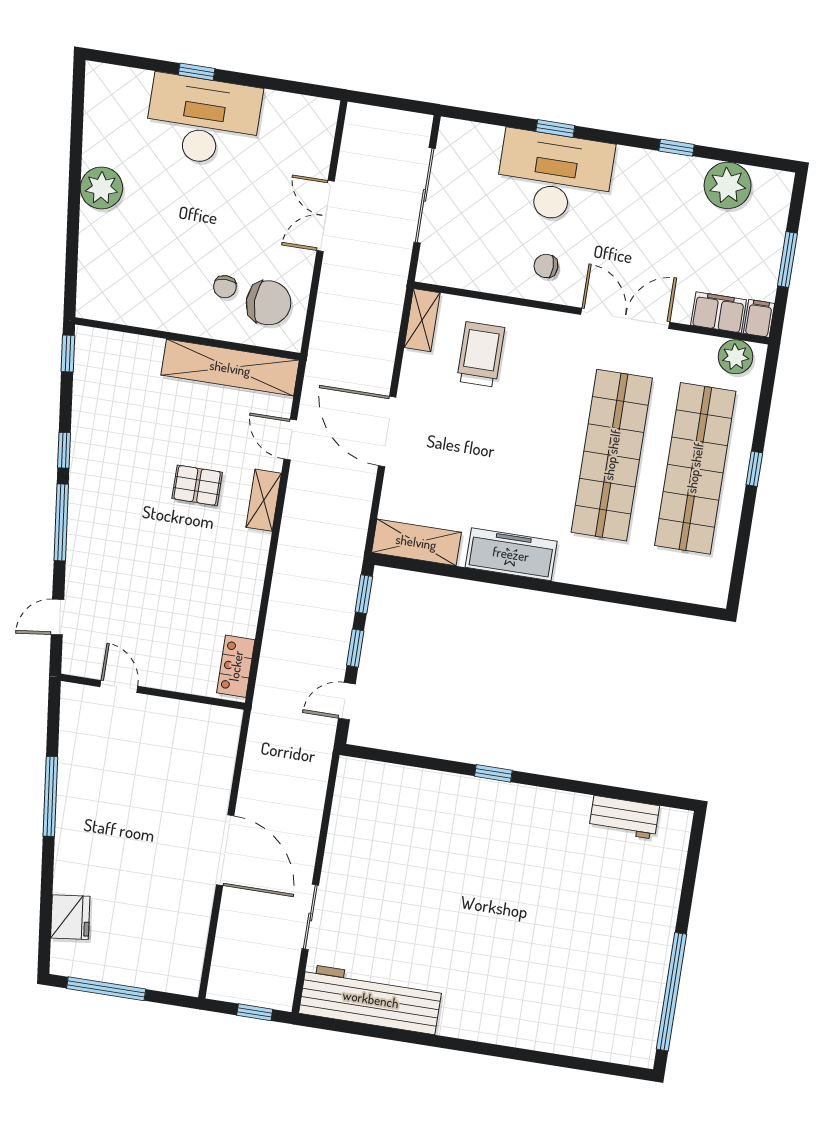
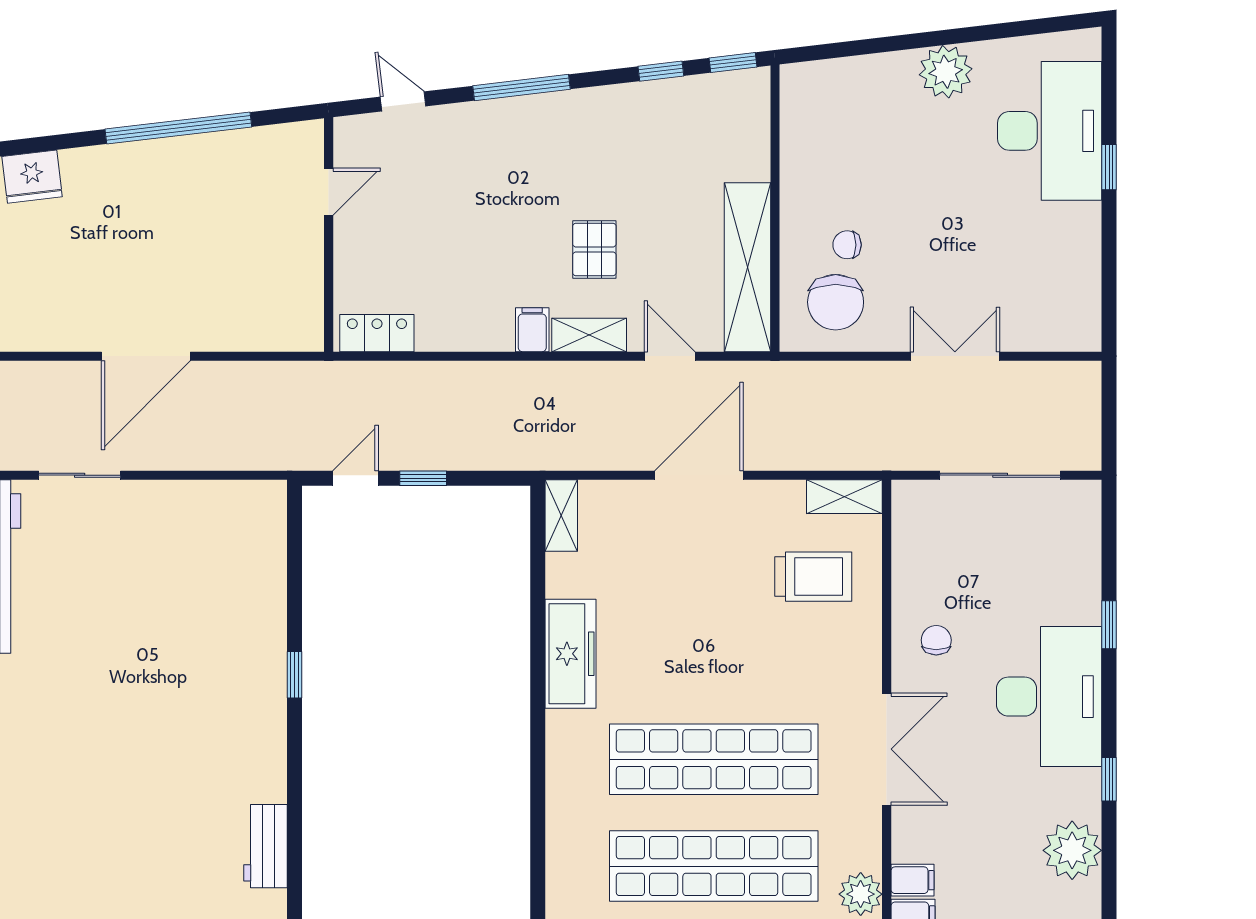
desk: (203, 120) -> (1050, 131), moved
desk: (555, 177) -> (1049, 697), moved
filing cabinet: (719, 312) -> (912, 880), width x0.50
door: (290, 440) -> (670, 356), hinge flipped
window: (64, 450) -> (661, 71), moved
shelving: (416, 542) -> (561, 516), width x0.67, depth x0.75
filing cabinet: (252, 544) -> (532, 330), added
window: (364, 594) -> (492, 478), removed
door: (347, 701) -> (355, 478), hinge flipped
window: (50, 796) -> (178, 128), width x1.46

